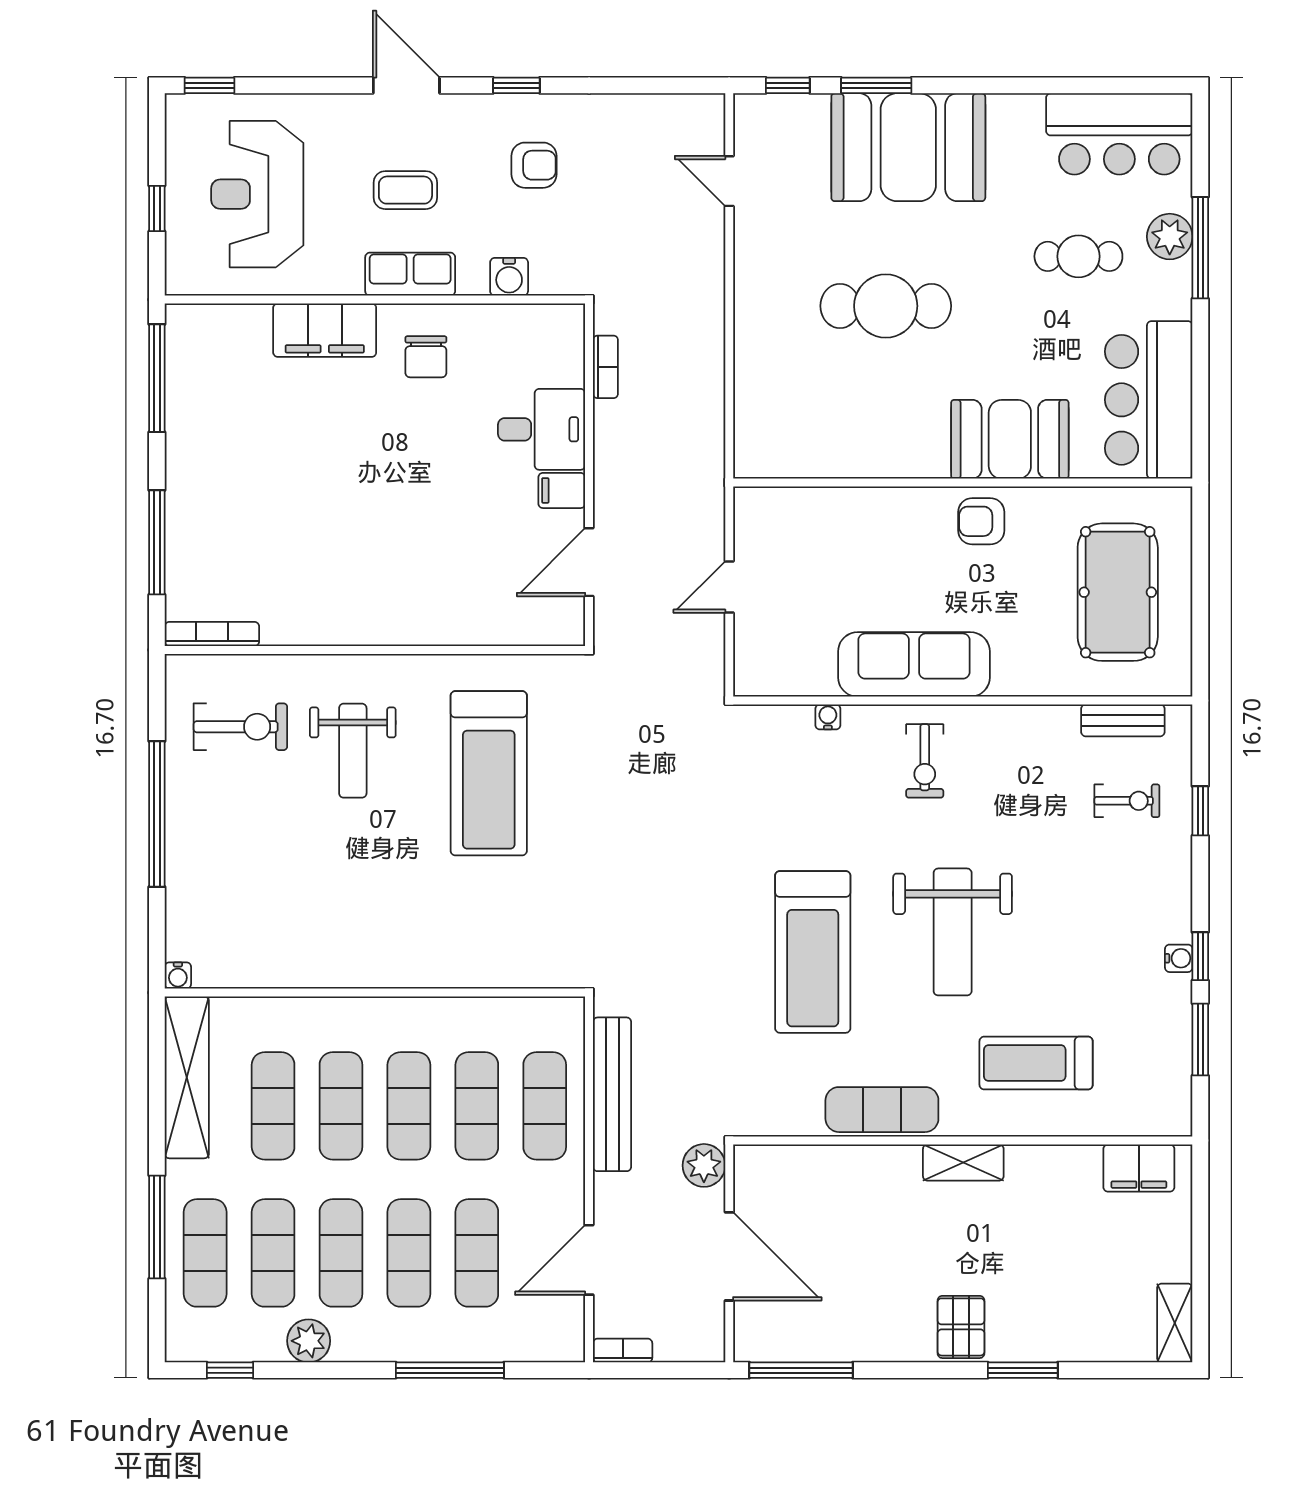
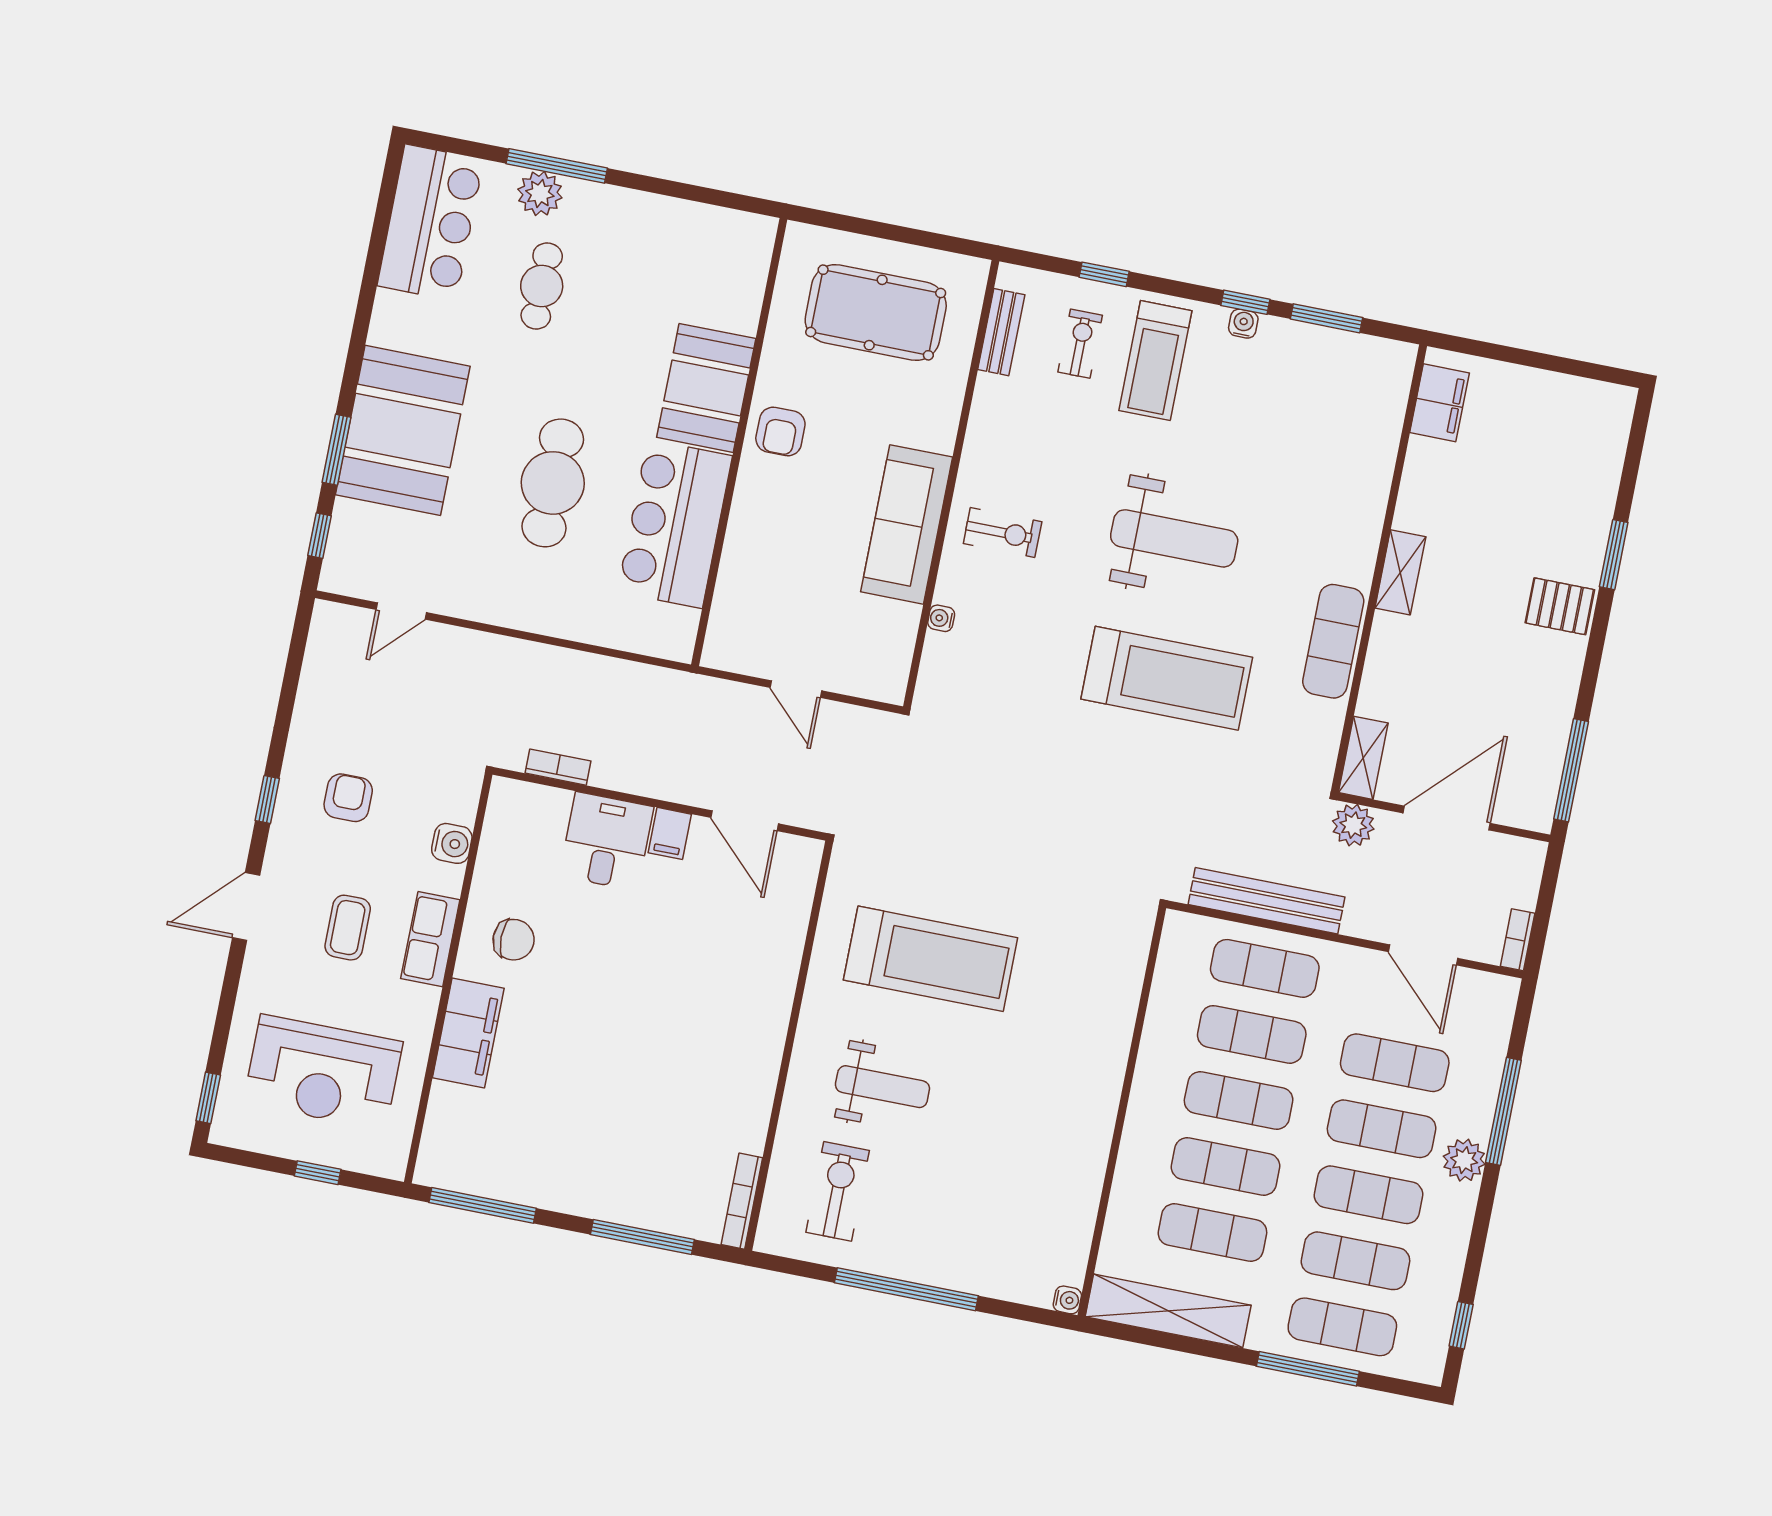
bar counter: (1149, 400) -> (675, 524), moved, turned 90
treadmill: (1036, 1063) -> (1155, 361), moved
shelving: (1175, 1323) -> (1363, 758), moved, turned 90
plant: (309, 1341) -> (1464, 1160), moved

